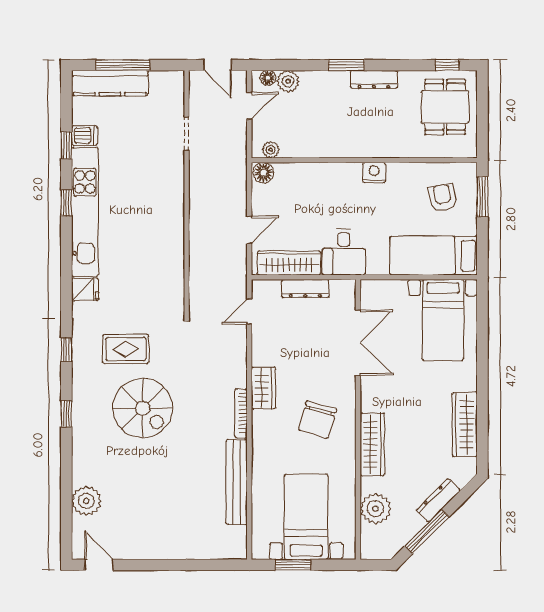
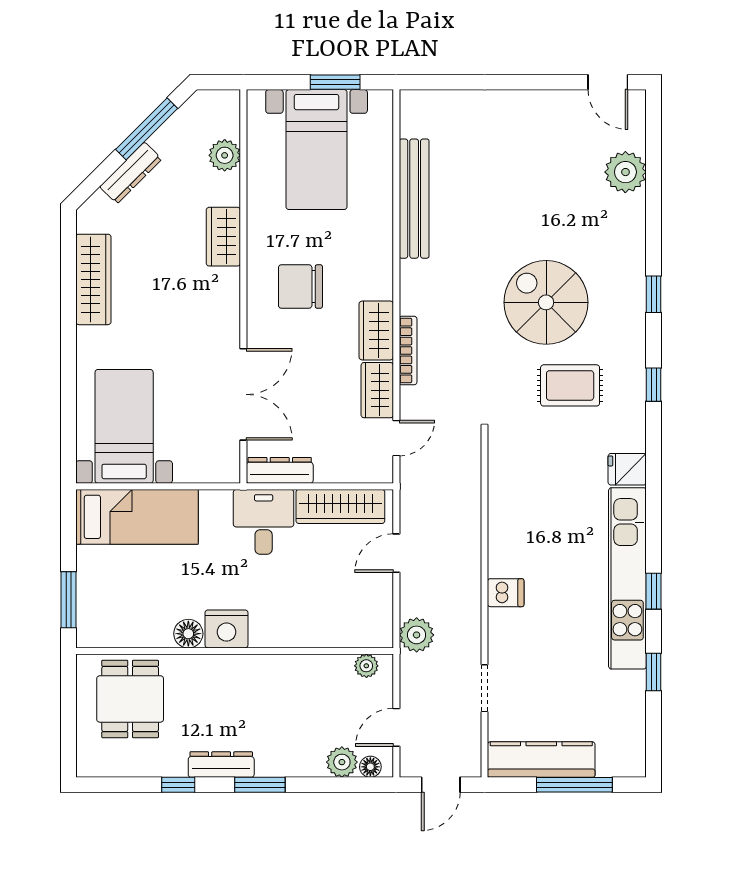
door: (218, 65) -> (441, 785), swing flipped
window: (447, 65) -> (178, 785), moved
kitchen counter: (110, 83) -> (541, 760), moved
dining table: (445, 107) -> (130, 699), moved
dishwasher: (85, 136) -> (506, 593), moved, turned 180
plant: (235, 172) -> (417, 635), added
floor lamp: (263, 173) -> (188, 634), moved
nightstand: (374, 173) -> (226, 629), width x1.36, depth x1.33
armchair: (443, 198) -> (124, 599), removed
dresser: (305, 289) -> (280, 470), moved
double door: (358, 343) -> (243, 394), swing flipped
wardrobe: (263, 346) -> (377, 390), added
bookcase: (241, 413) -> (408, 351), moved
chair: (318, 419) -> (300, 287), turned -106
wardrobe: (372, 444) -> (223, 237), width x0.67
plant: (376, 509) -> (225, 155), width x0.73, depth x0.73

